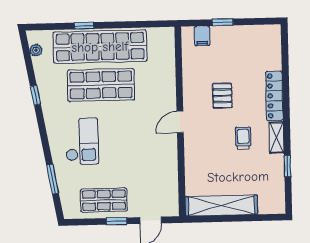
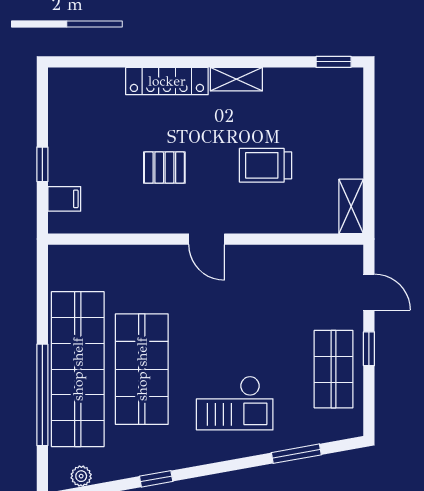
window: (84, 26) -> (42, 395), width x3.17
trolley: (243, 138) -> (266, 165), moved, width x1.36, depth x1.39
checkout: (82, 141) -> (235, 403), turned 180
window: (288, 166) -> (334, 62), moved
shelving: (221, 205) -> (351, 206), width x0.45, depth x0.75

